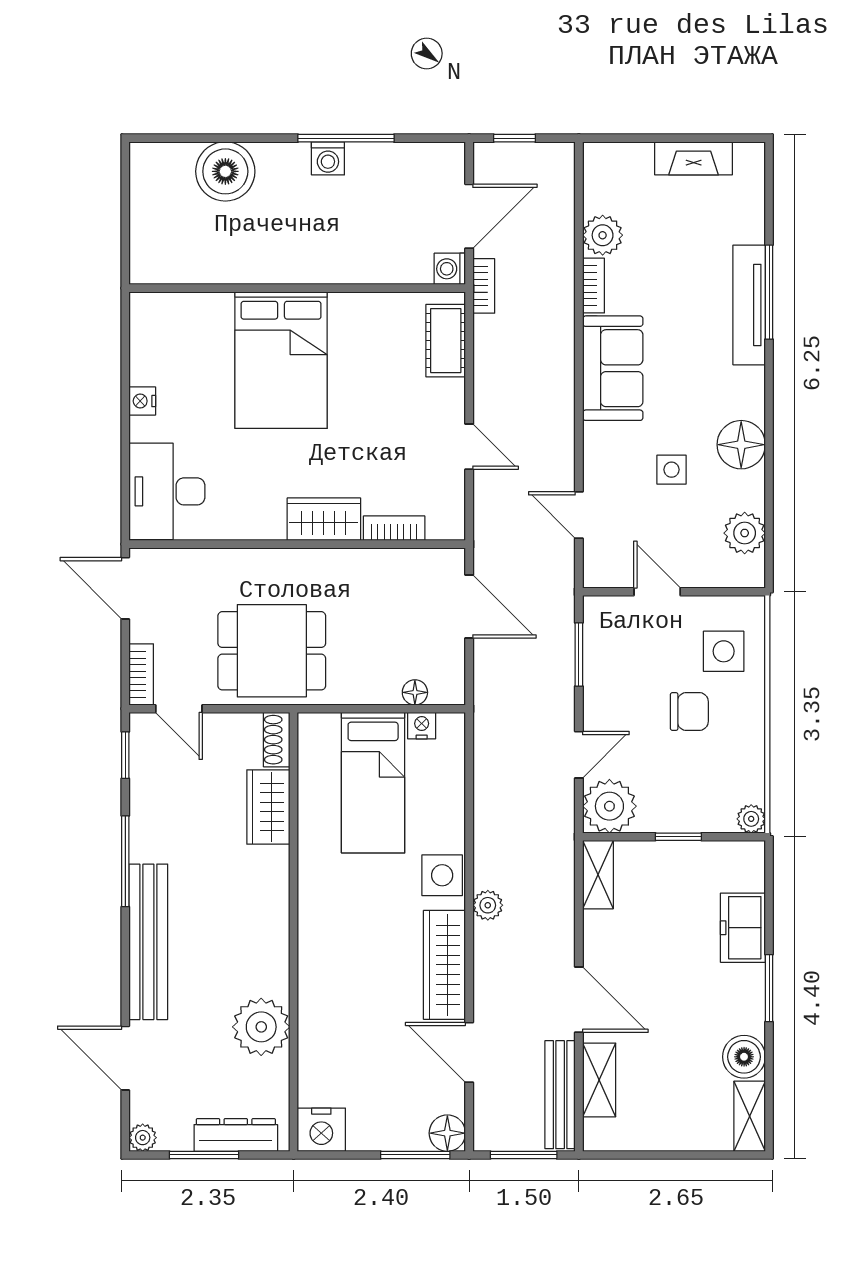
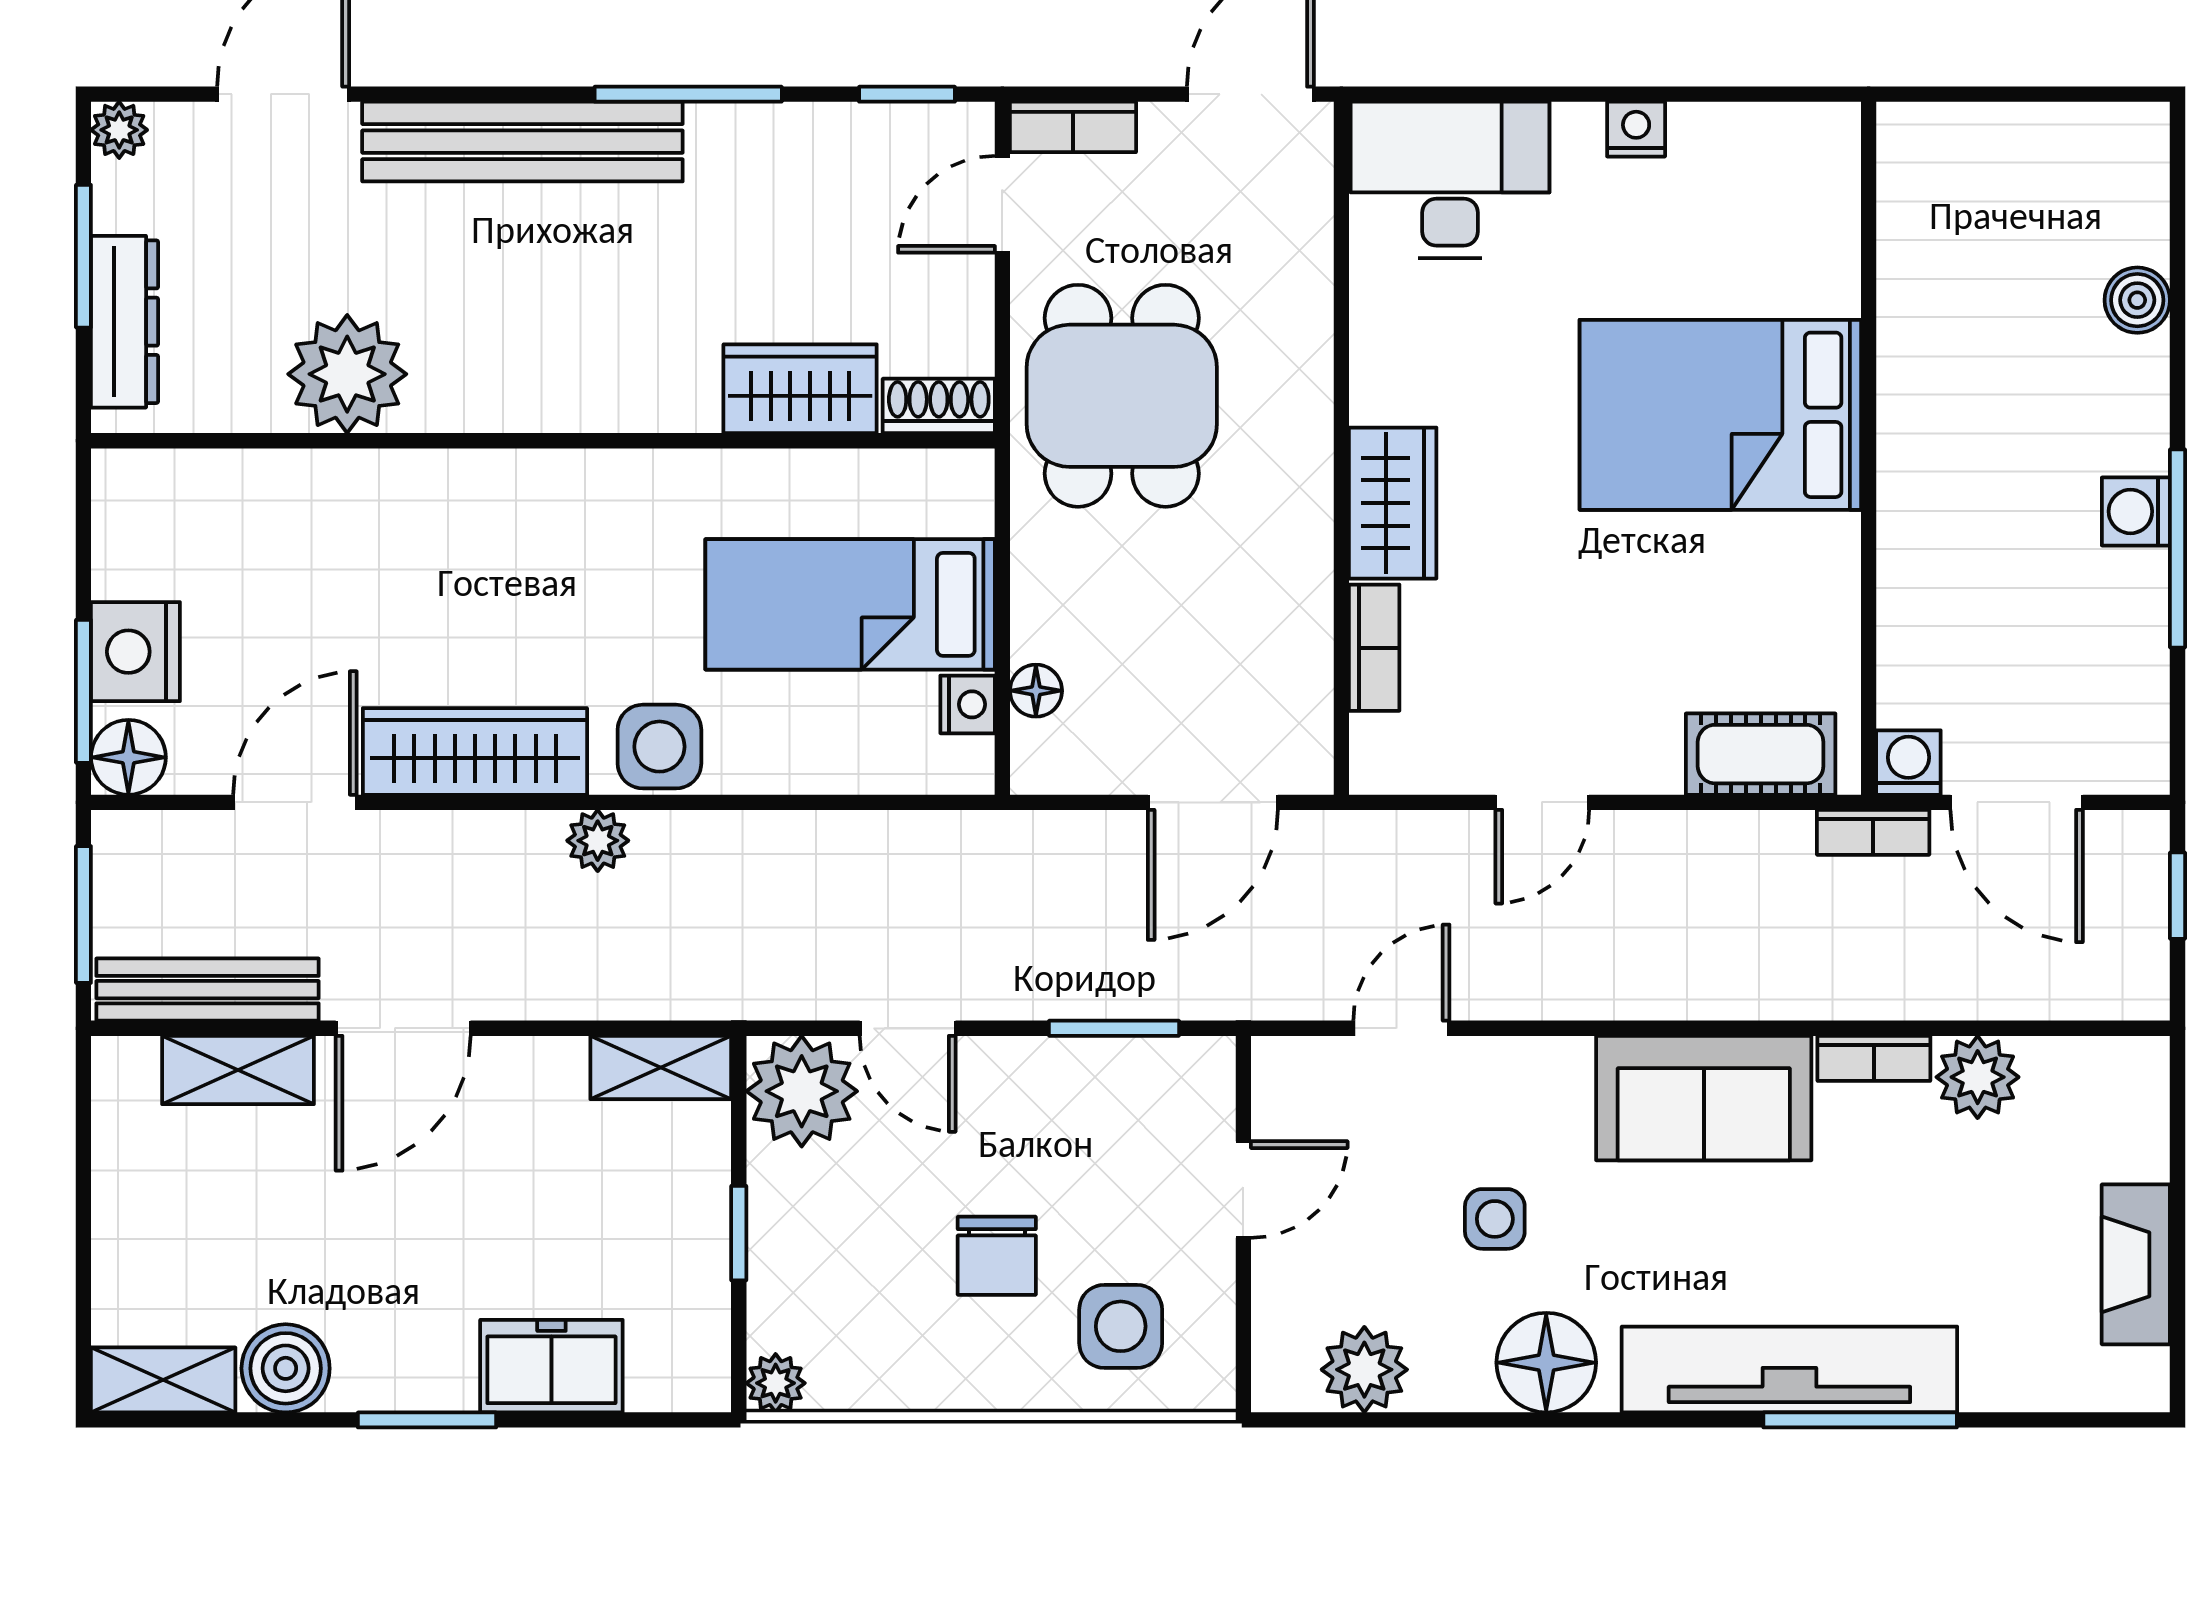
boiler: (225, 171) -> (2137, 300), width x0.54, depth x0.54
tv unit: (749, 305) -> (1789, 1369), width x1.36, depth x1.29
nightstand: (321, 1130) -> (135, 652), moved

